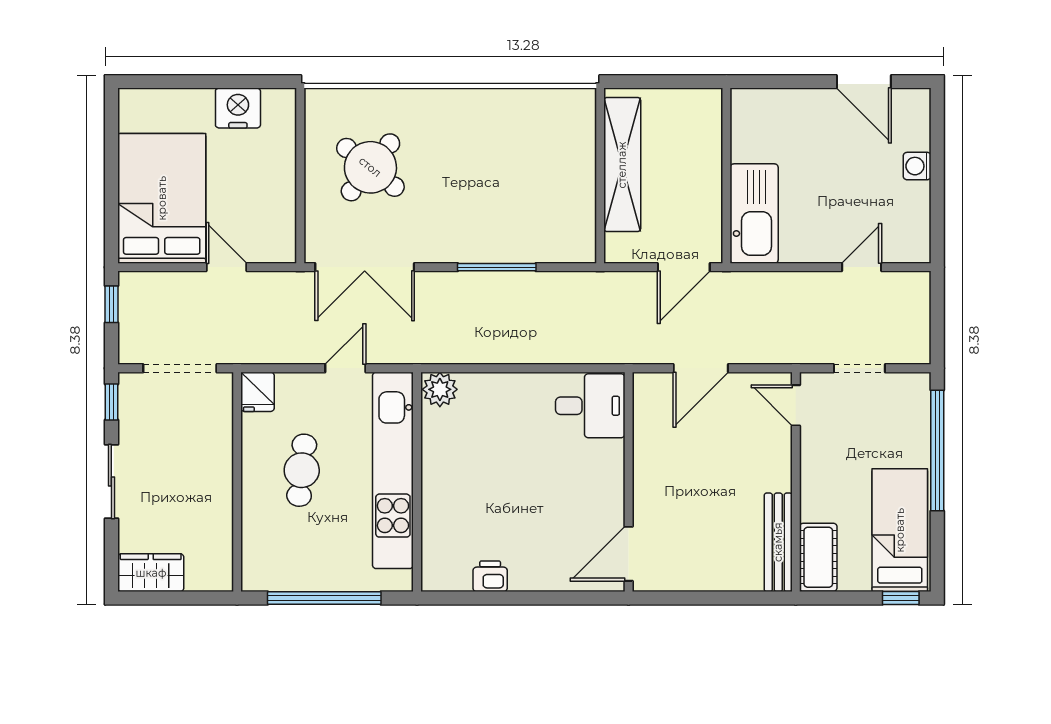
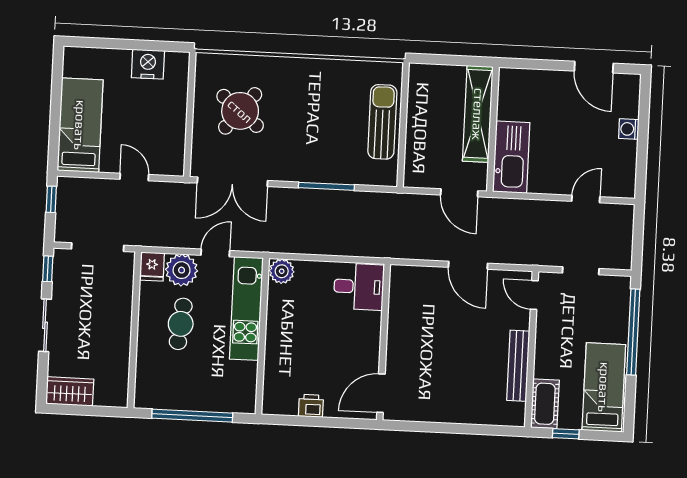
shelving: (622, 165) -> (478, 114), moved
sun lounger: (571, 173) -> (382, 122), added
bed: (162, 198) -> (80, 125), width x0.67
door: (684, 267) -> (459, 193), hinge flipped
door: (701, 368) -> (468, 265), hinge flipped
plant: (299, 395) -> (182, 270), added
desk: (590, 406) -> (359, 287), moved
kitchen unit: (393, 470) -> (246, 308), width x0.73
wall: (629, 482) -> (383, 342), moved
bench: (778, 542) -> (518, 366), moved
door: (629, 554) -> (381, 393), moved
window: (901, 598) -> (566, 434), moved

